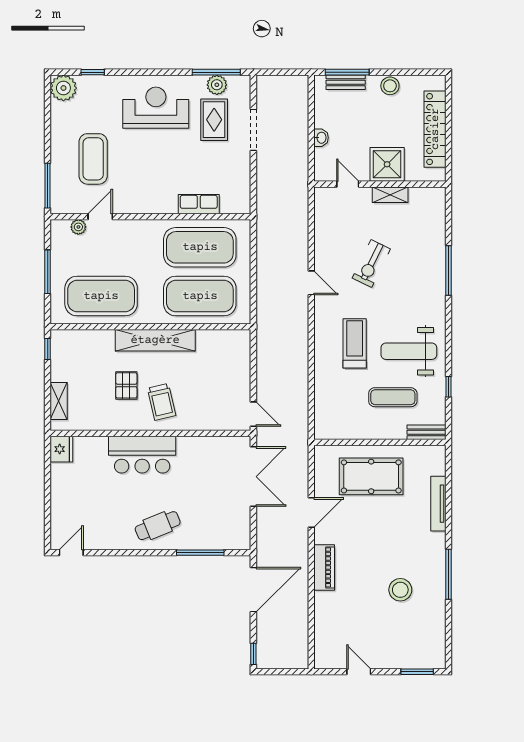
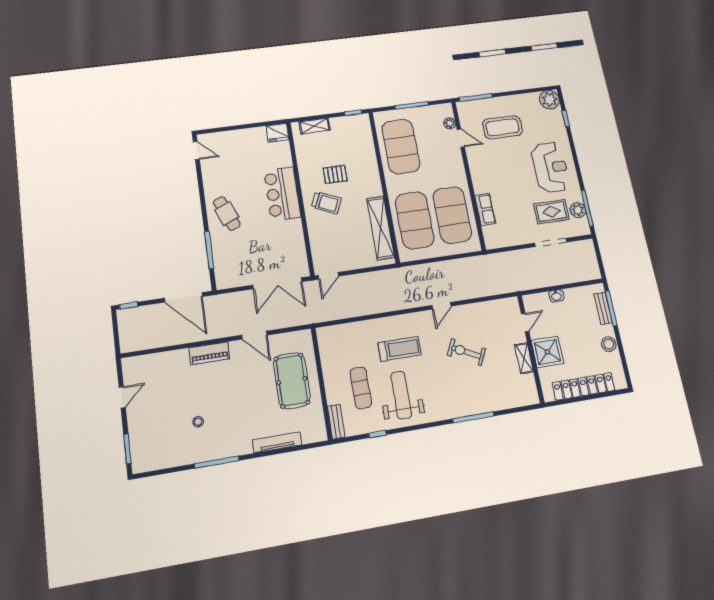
shelving: (155, 340) -> (380, 228), moved
trolley: (162, 402) -> (326, 203), turned -143
stool: (400, 590) -> (198, 422), width x0.53, depth x0.53

